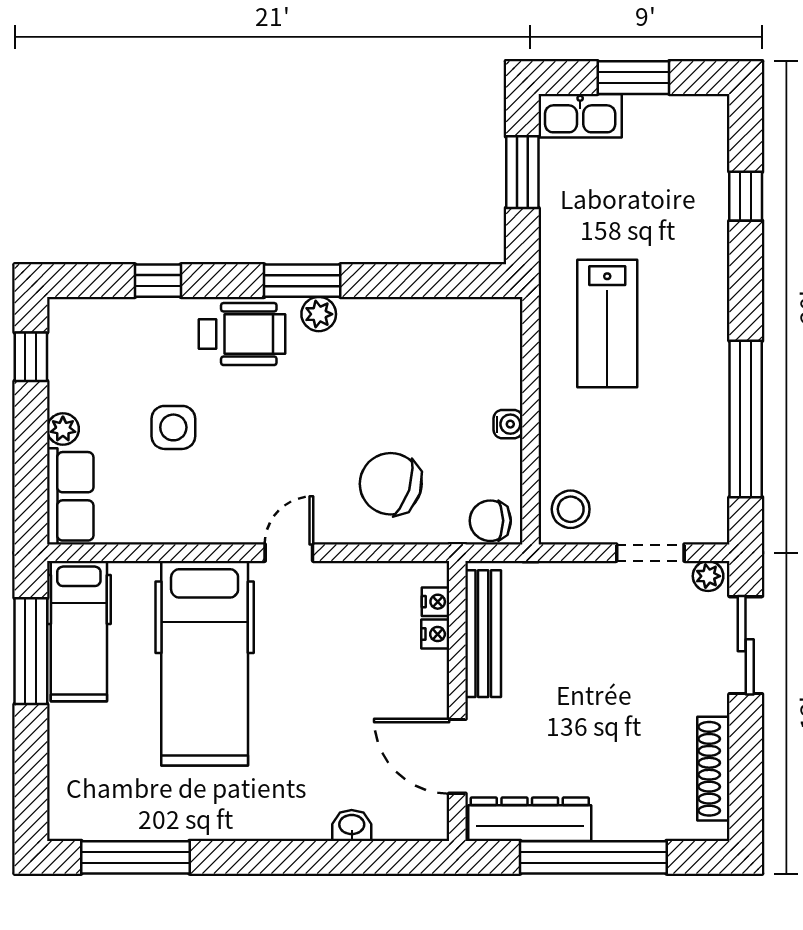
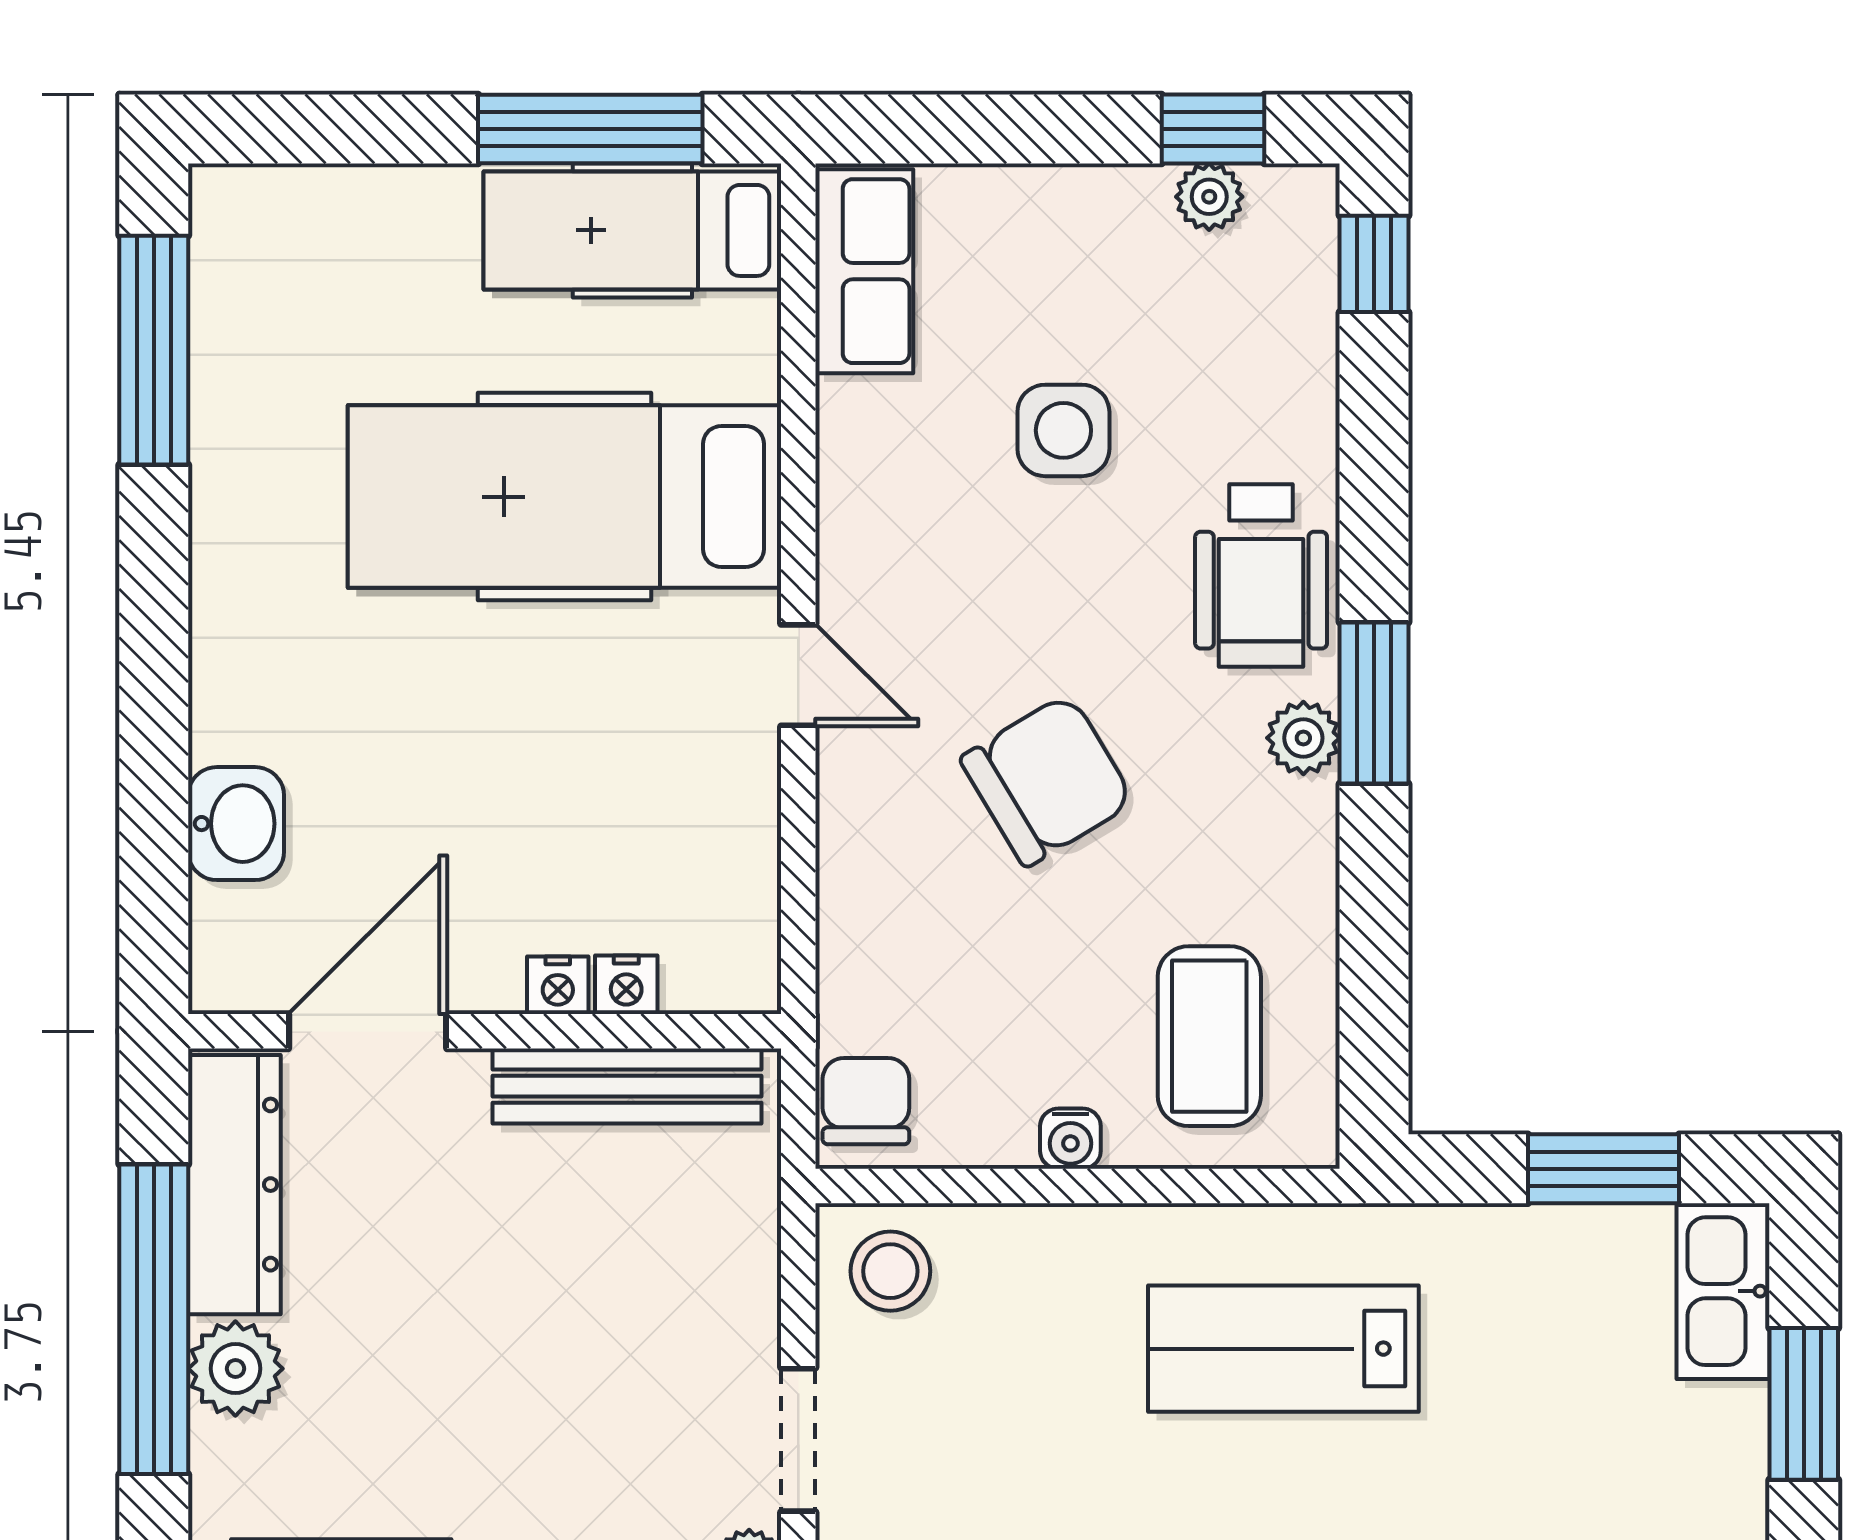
window: (158, 281) -> (1374, 264), moved
coffee table: (460, 359) -> (1209, 1036), added
plant: (63, 429) -> (1209, 197), moved
chair: (391, 484) -> (1047, 780), moved, turned 41
row of seats: (70, 496) -> (864, 271), moved, turned -90
nightstand: (436, 602) -> (558, 985), moved
plant: (617, 819) -> (235, 1369), added
washbasin: (352, 825) -> (236, 824), width x1.38, depth x1.45

